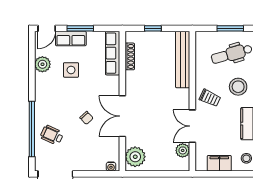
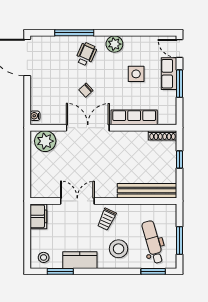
row of seats: (113, 53) -> (134, 117), moved
shoe rack: (130, 56) -> (162, 135), moved
plant: (42, 64) -> (114, 44), moved
window: (32, 129) -> (74, 33), width x0.68
wheelchair: (52, 135) -> (86, 54), moved
plant: (183, 150) -> (52, 191), removed
filing cabinet: (219, 163) -> (38, 216), moved

